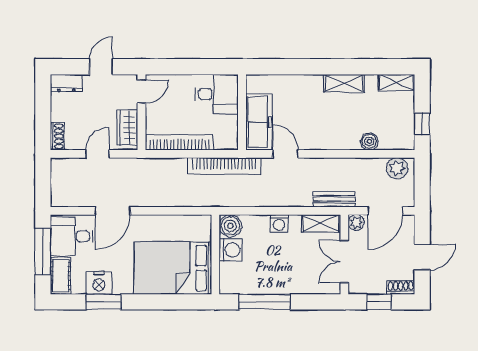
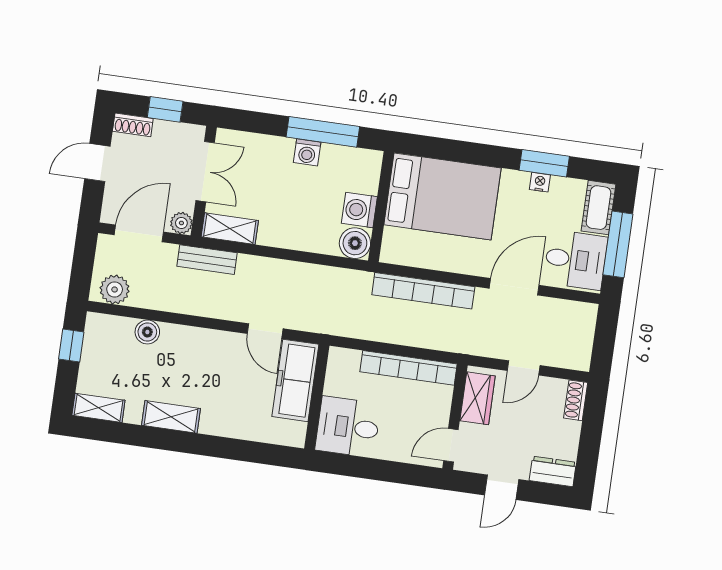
bookcase: (224, 166) -> (423, 291), moved, turned 180
washing machine: (279, 223) -> (307, 152), moved, turned 180
nightstand: (99, 283) -> (540, 182), width x0.53, depth x0.56

